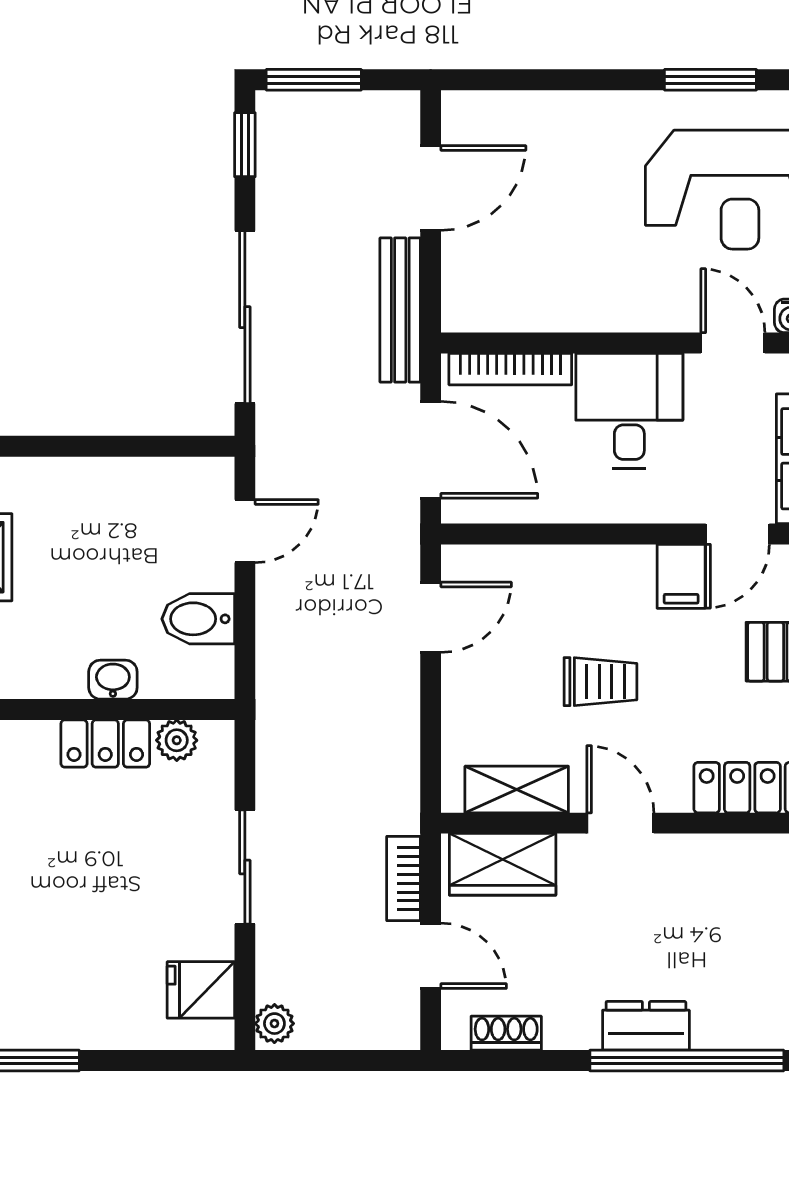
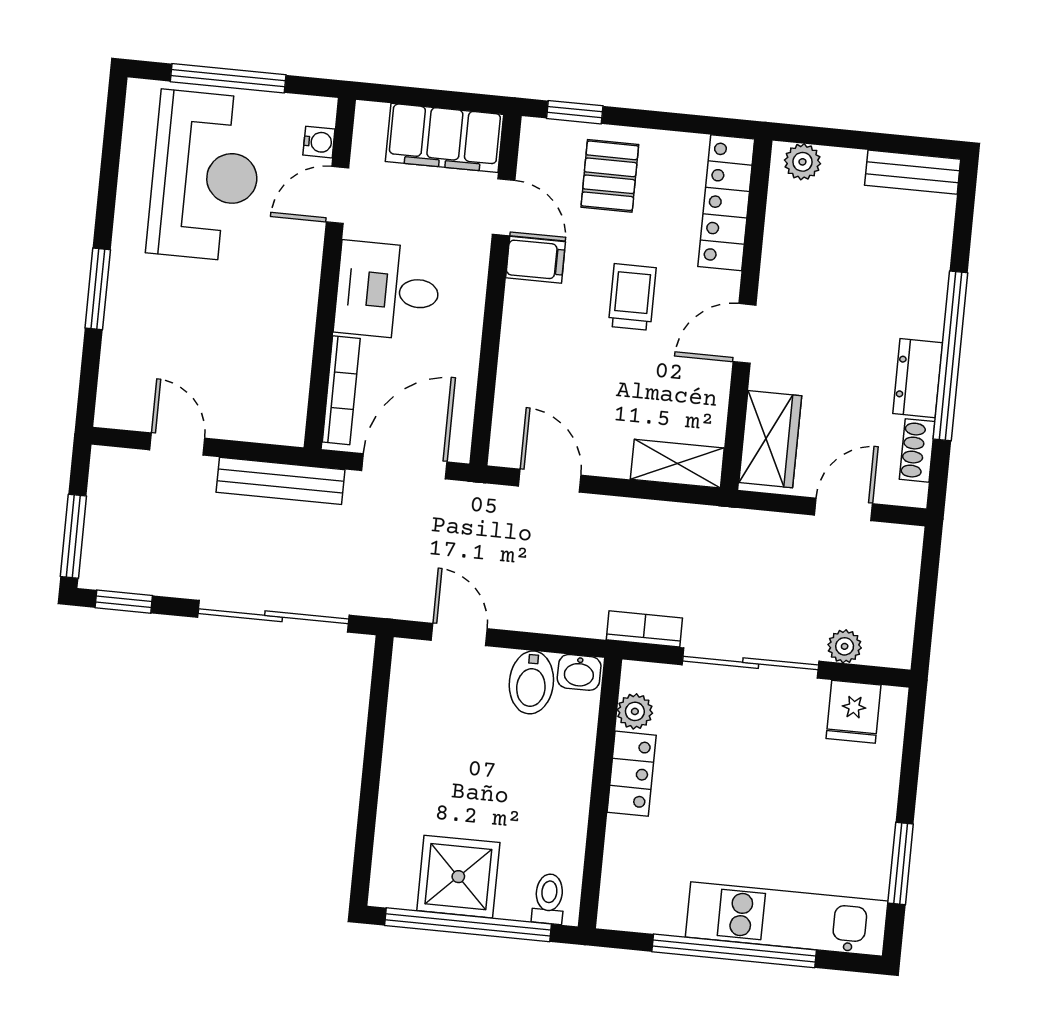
window: (710, 80) -> (98, 289), moved
door: (431, 188) -> (177, 444), width x0.73
washbasin: (113, 680) -> (579, 672), moved, turned -90
trolley: (600, 682) -> (632, 297), moved
shelving: (517, 789) -> (677, 464), moved, turned 90
sliding door: (245, 867) -> (751, 663), width x1.37
bookcase: (403, 879) -> (644, 629), moved, turned 180
plant: (274, 1024) -> (845, 646), moved
dresser: (646, 1026) -> (918, 378), moved
window: (687, 1061) -> (950, 356), moved

